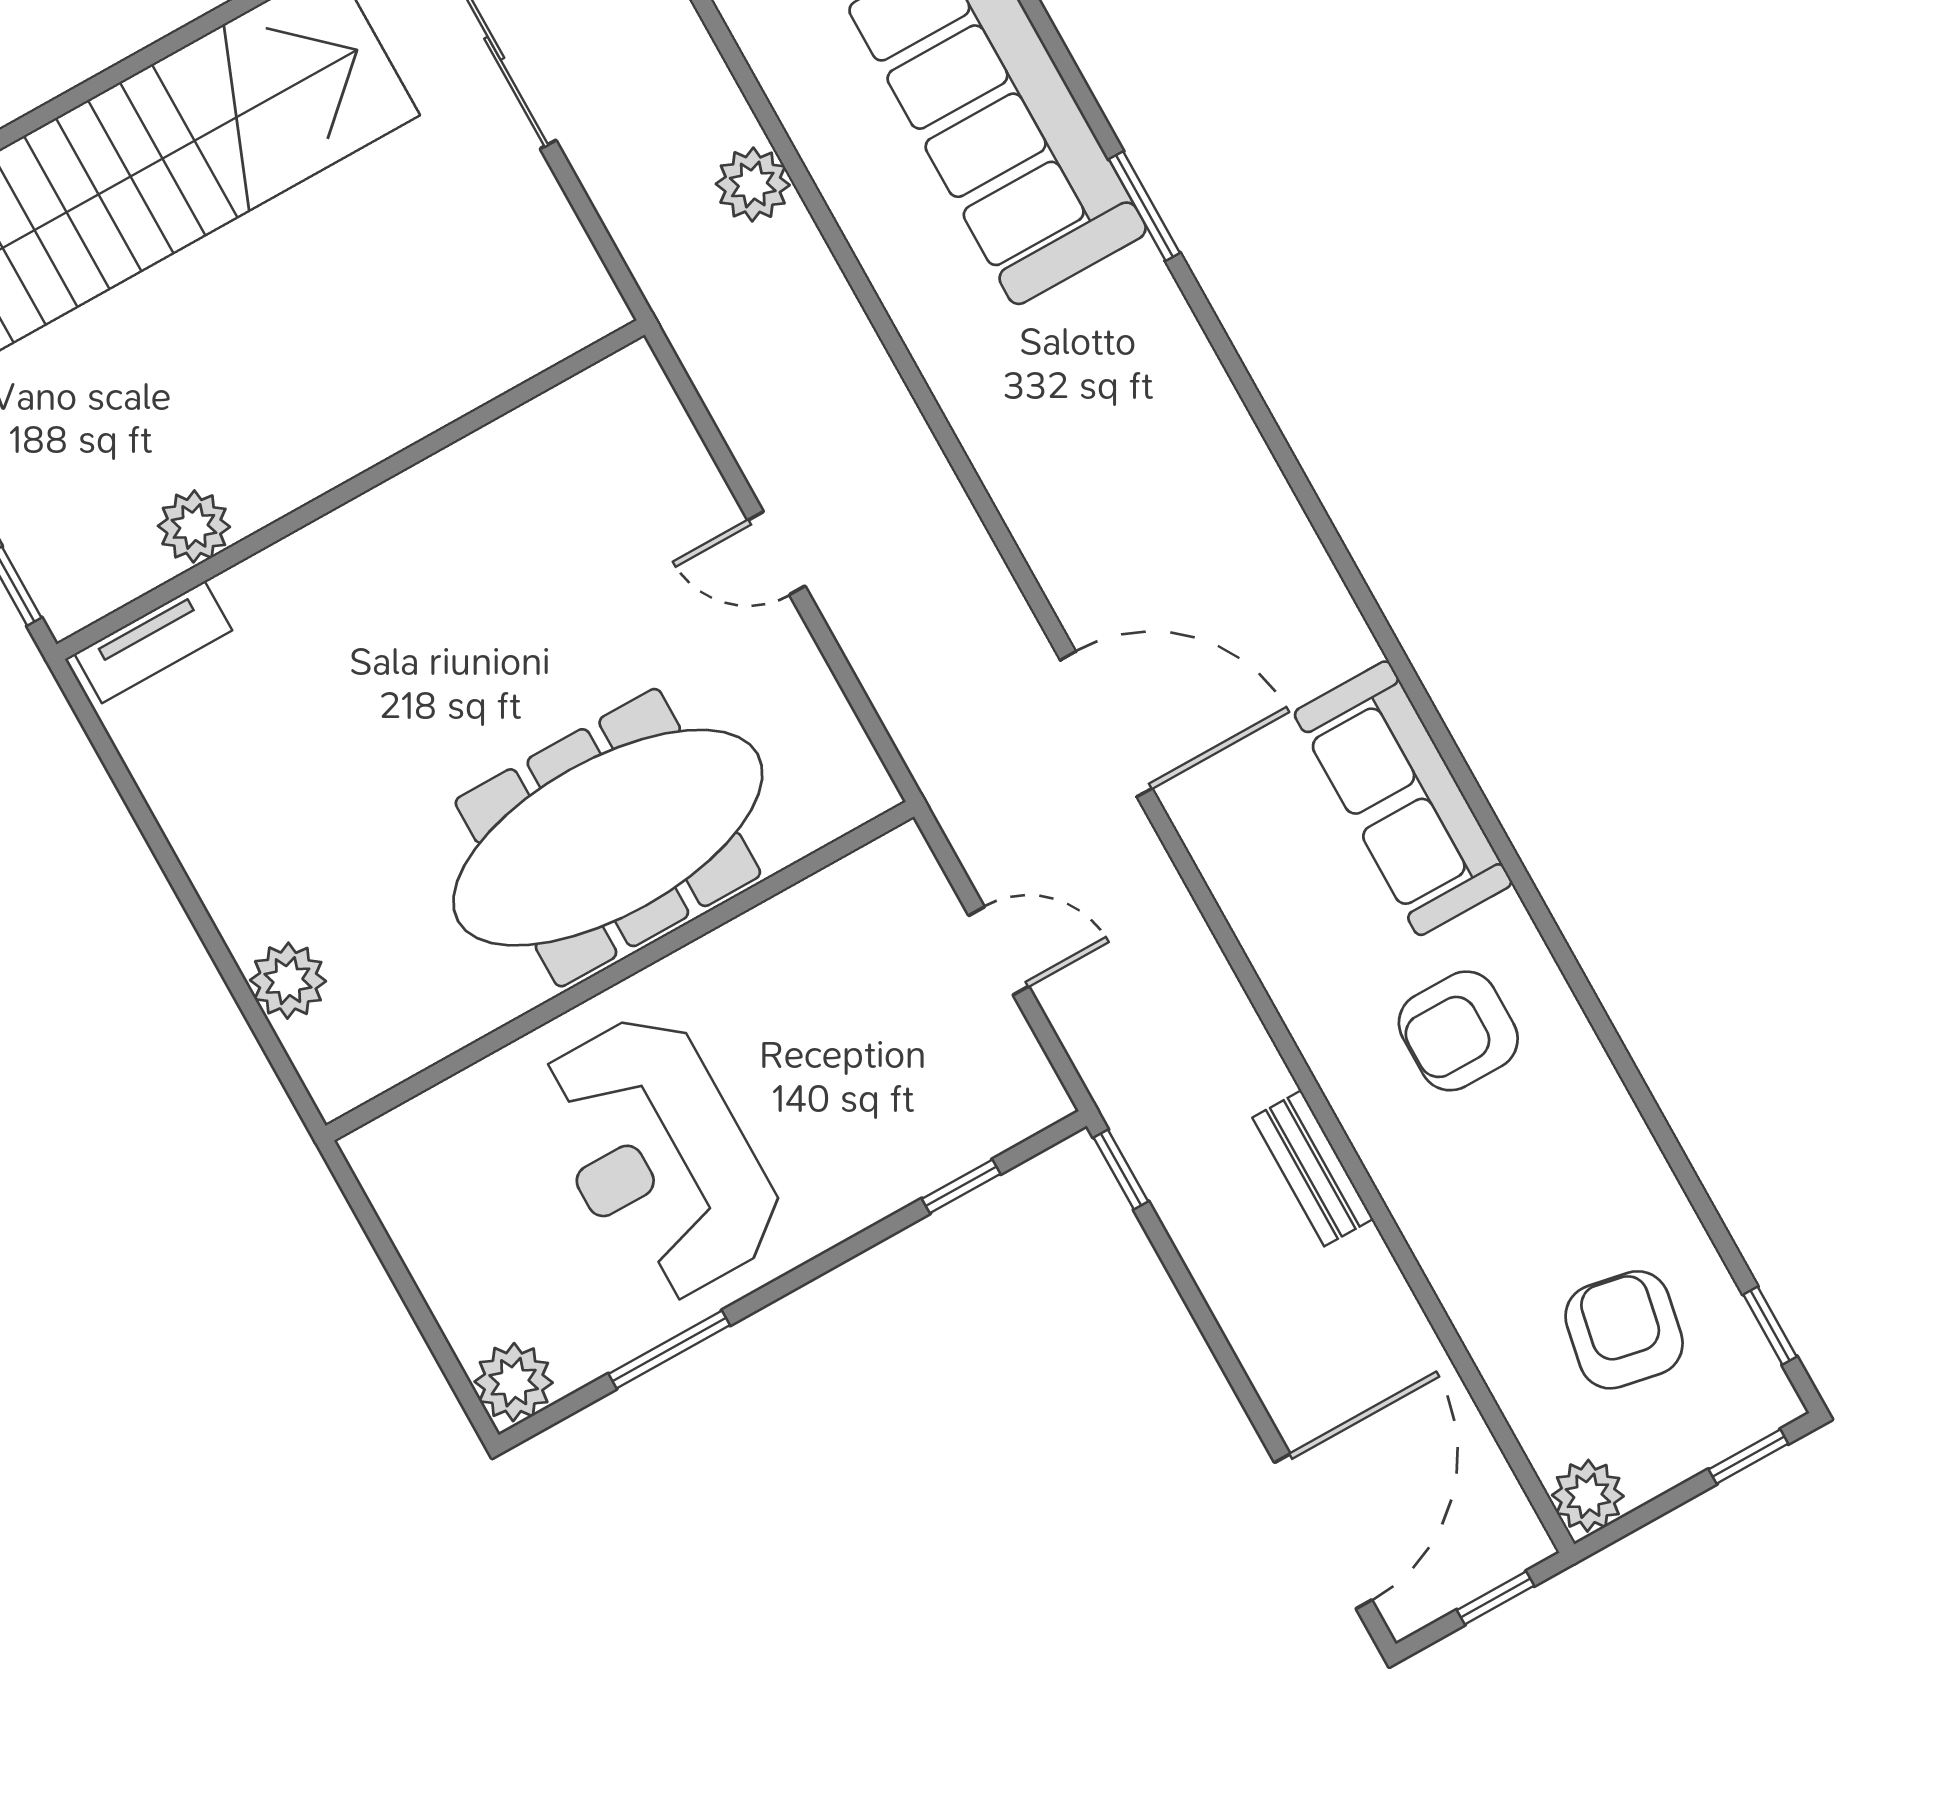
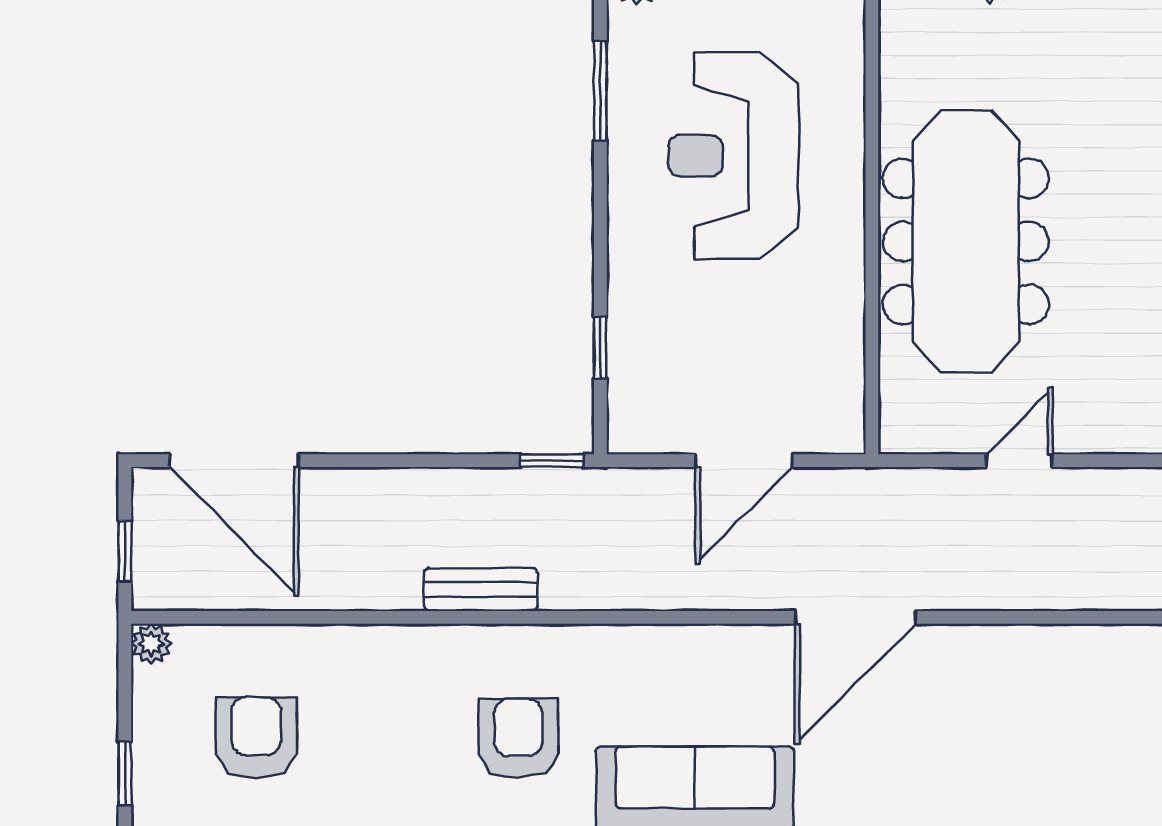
door: (776, 553) -> (1019, 461), moved
door: (999, 951) -> (744, 461), width x1.38
reception desk: (658, 1157) -> (733, 156), turned -90
armchair: (1624, 1330) -> (256, 738), turned -101
plant: (1588, 1496) -> (151, 644), width x0.73, depth x0.73

